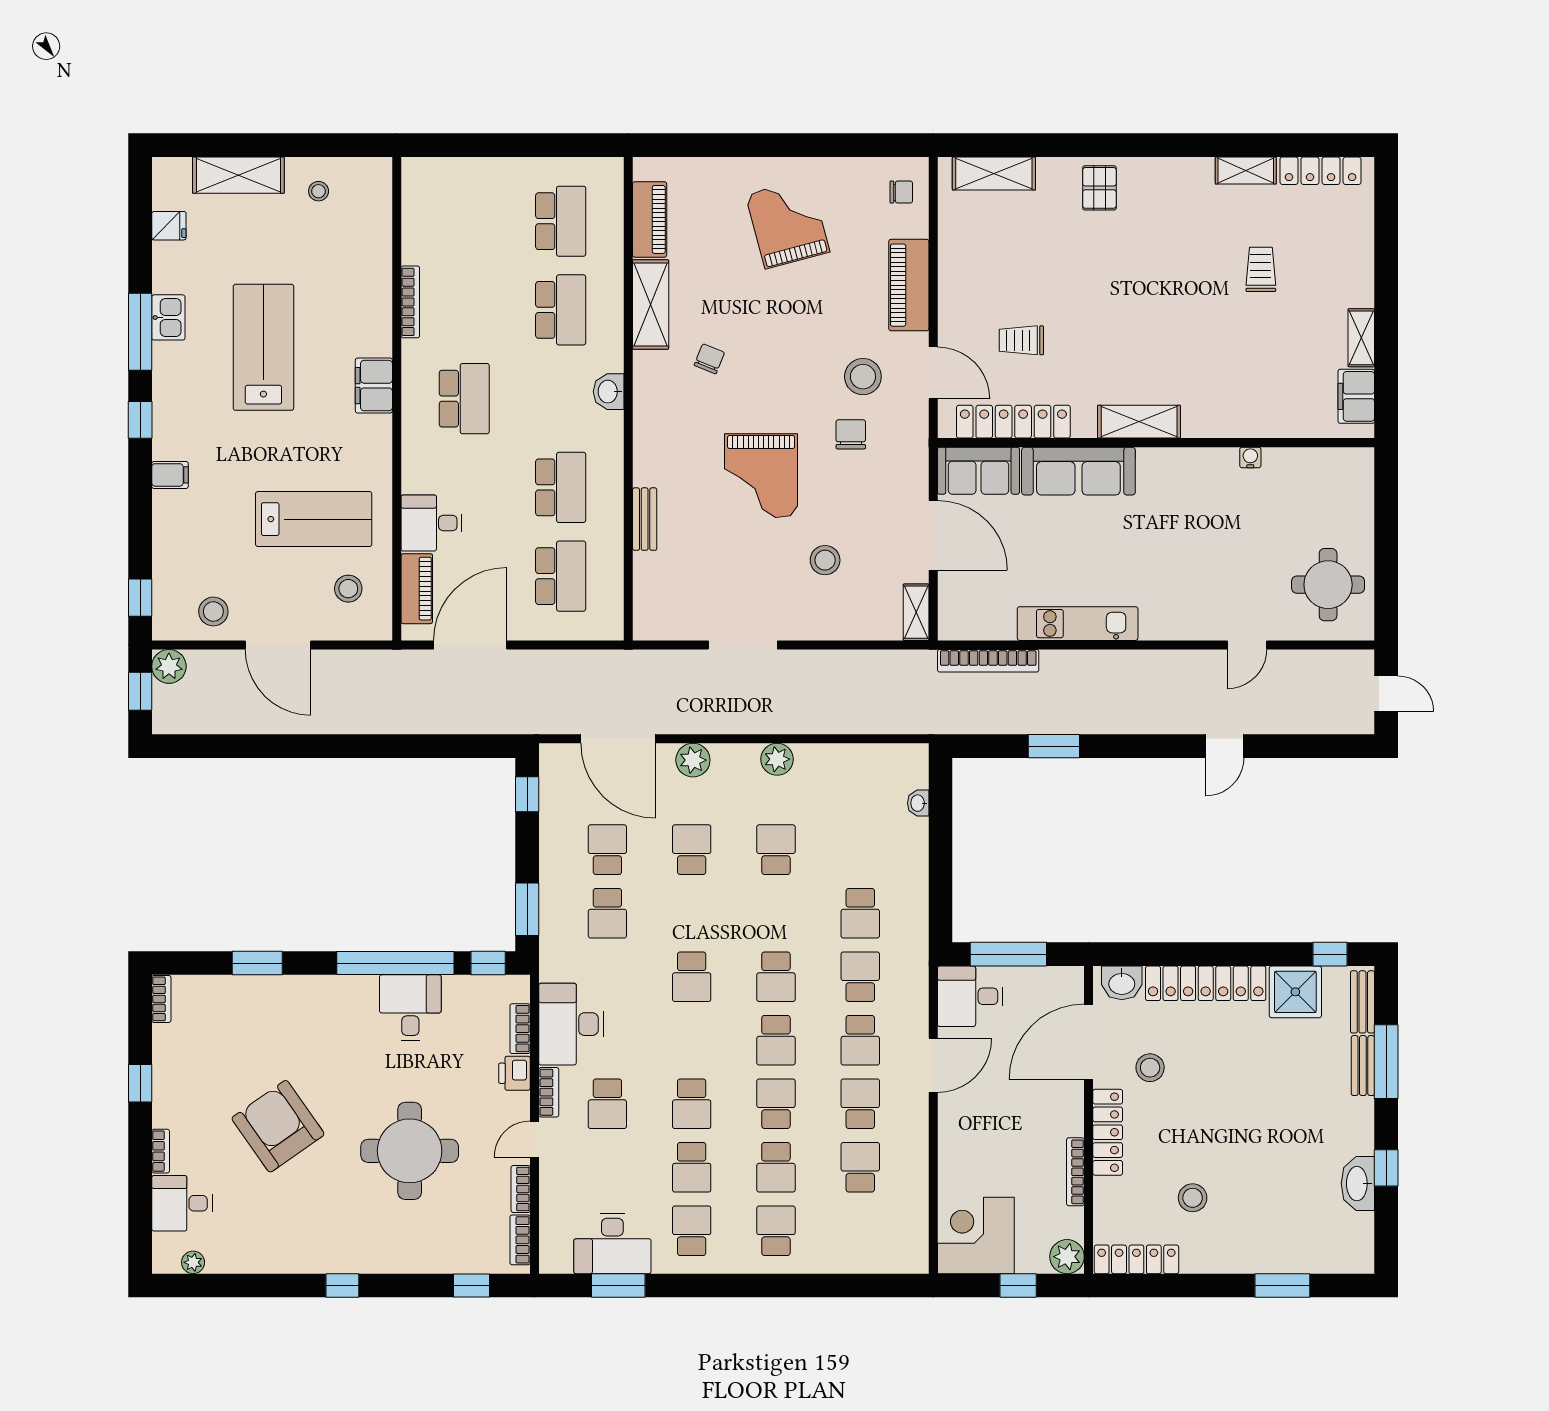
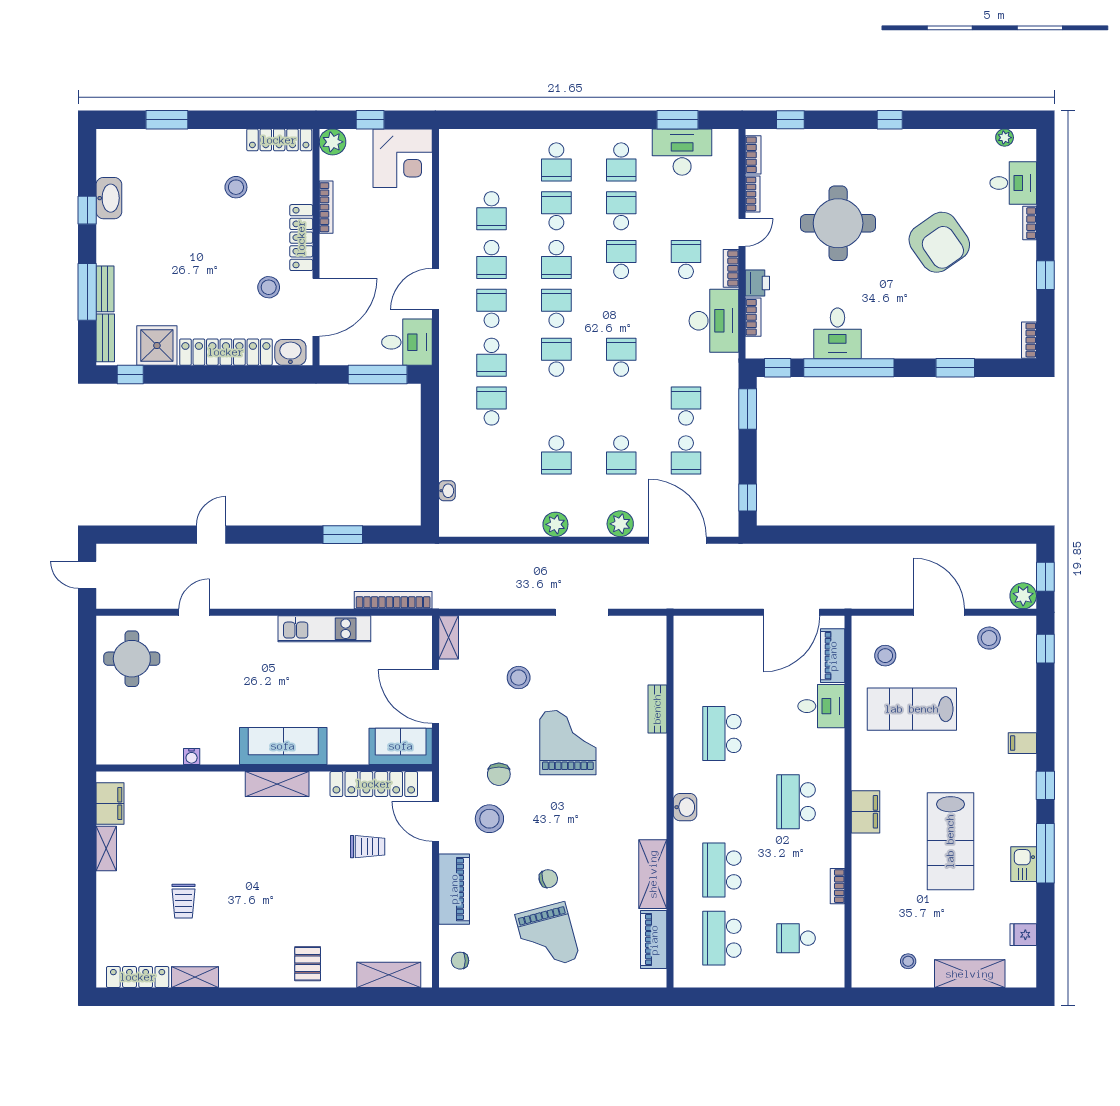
bookcase: (410, 302) -> (838, 886), width x0.64
chair: (709, 359) -> (548, 879), moved, turned -128
sofa: (1078, 471) -> (283, 746), moved
school desk: (561, 576) -> (796, 938), moved, width x0.54

